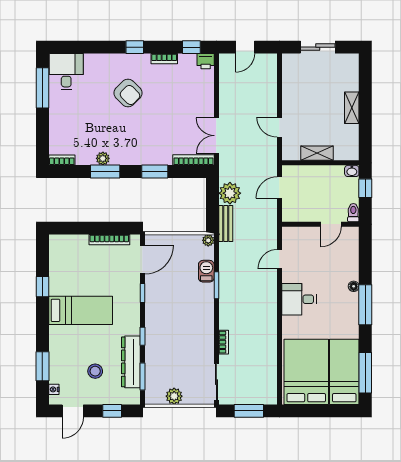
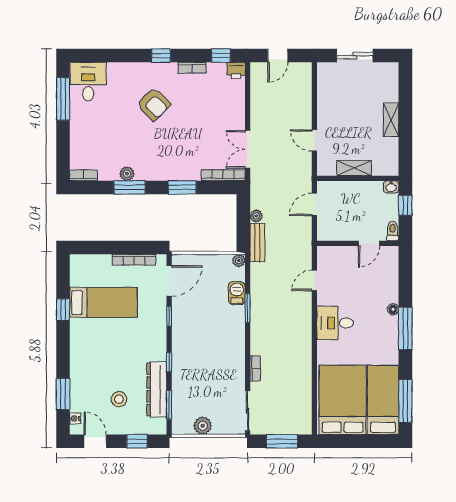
plant: (230, 193) -> (256, 216), width x0.53, depth x0.53
bed: (81, 310) -> (103, 302), moved
door: (73, 411) -> (95, 441), swing flipped

